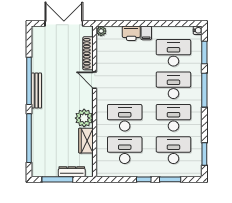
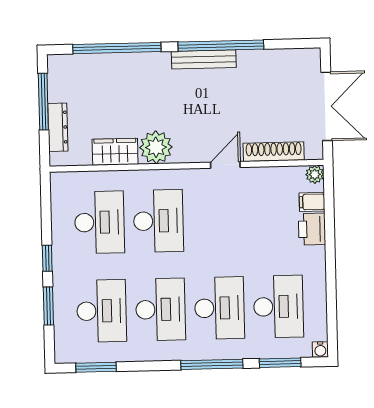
filing cabinet: (146, 33) -> (312, 202), moved

